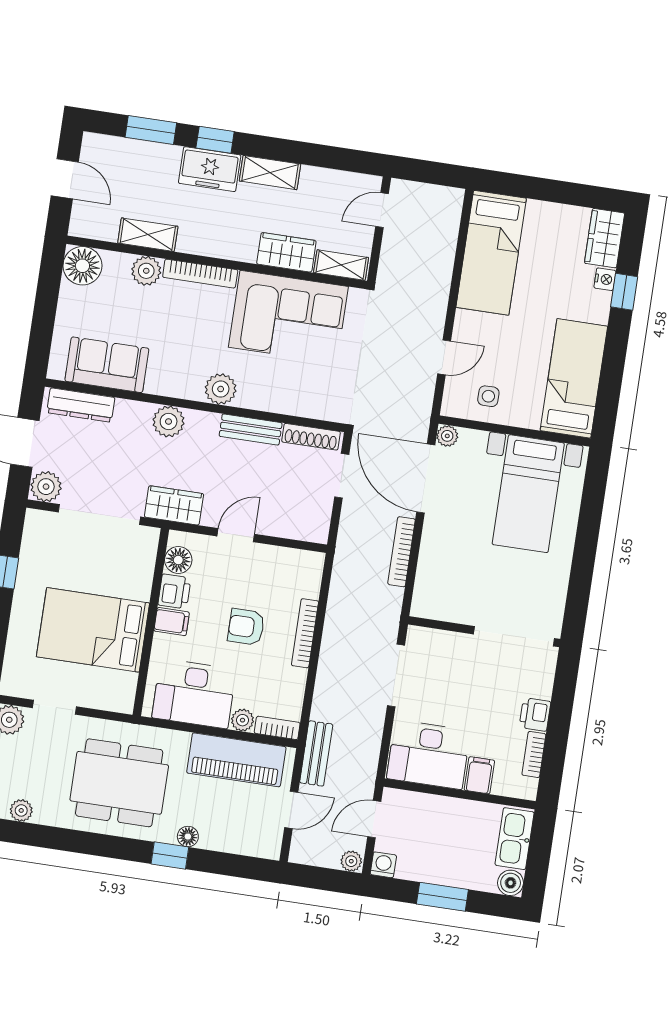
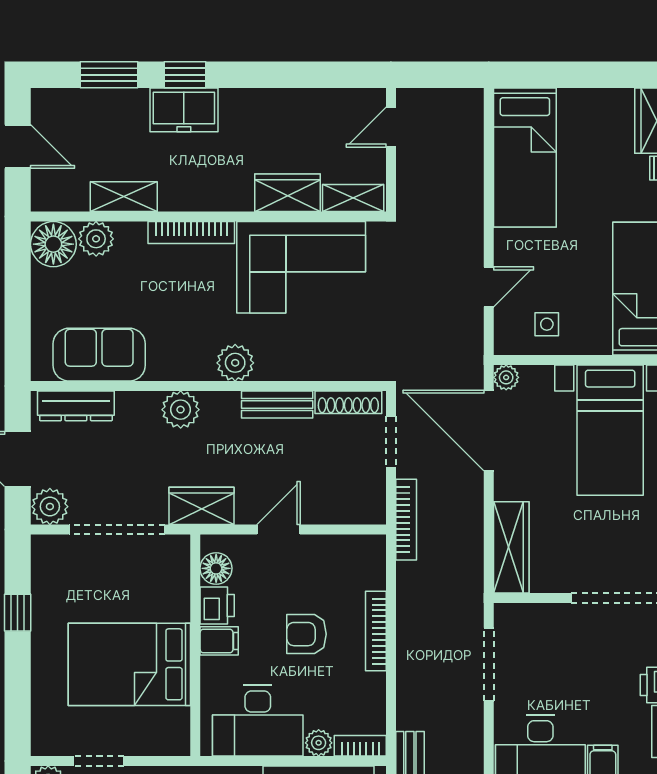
shelving: (270, 173) -> (254, 103), removed
plant: (146, 271) -> (96, 239), moved
bookcase: (402, 552) -> (406, 520), moved, turned 180
wardrobe: (430, 580) -> (511, 547), added

